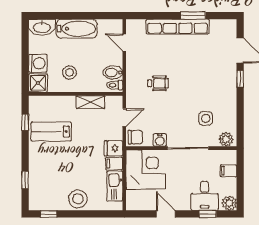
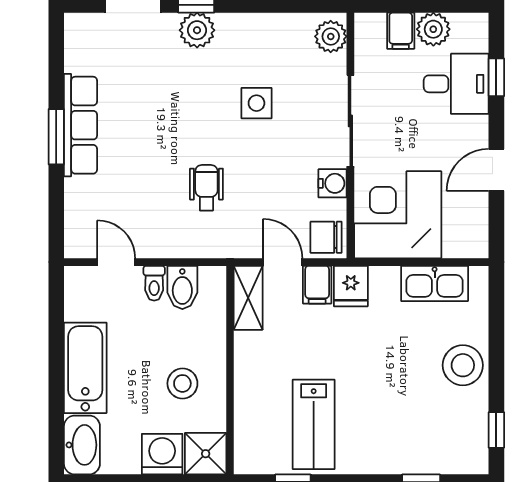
window: (193, 16) -> (56, 137), moved
row of seats: (178, 27) -> (80, 125), width x0.73
door: (124, 43) -> (116, 262), swing flipped
plant: (229, 79) -> (197, 30), added
toilet: (115, 85) -> (154, 283), moved
shelving: (90, 102) -> (248, 298), moved
side table: (206, 118) -> (256, 103), moved
chair: (136, 137) -> (326, 237), turned -90
filing cabinet: (114, 164) -> (317, 285), moved
plant: (229, 203) -> (433, 29), moved

